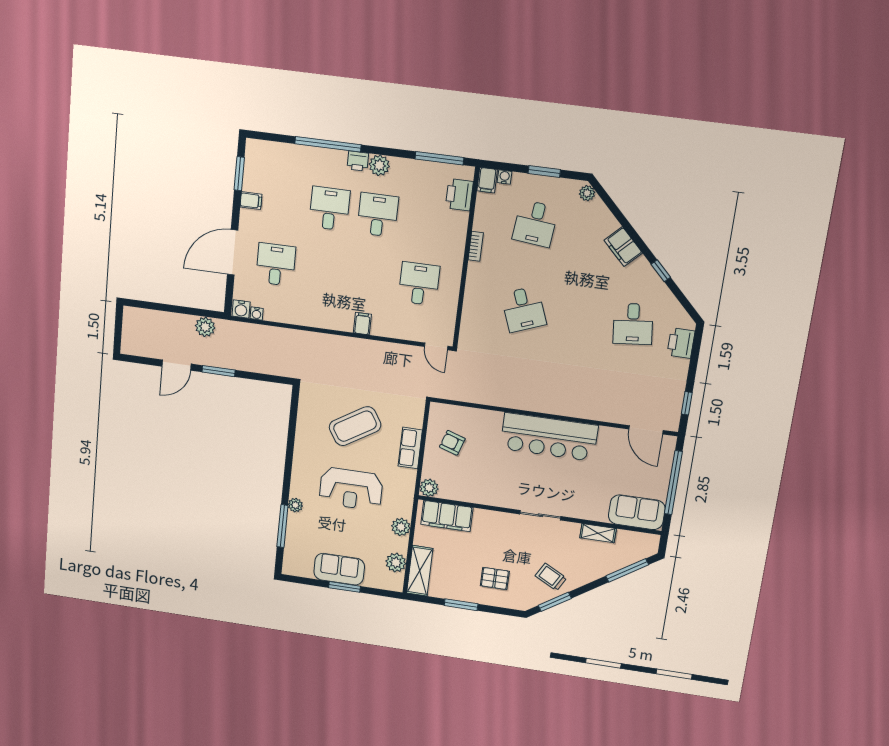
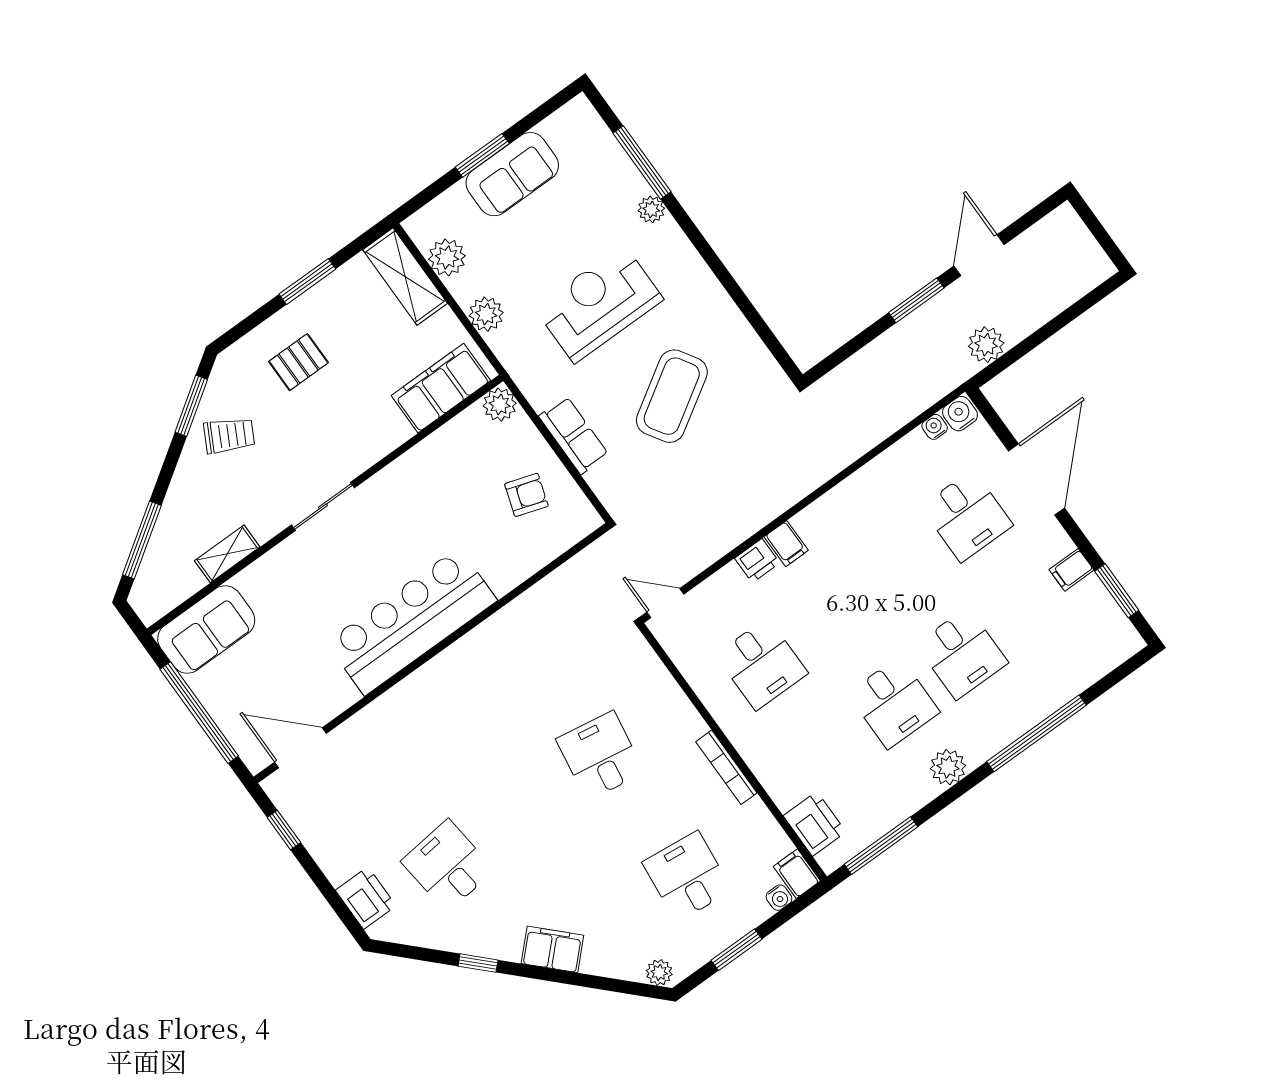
printer: (358, 161) -> (757, 561), moved, turned 180
bookcase: (476, 246) -> (726, 767), width x1.56
desk: (524, 309) -> (600, 756), turned 30

